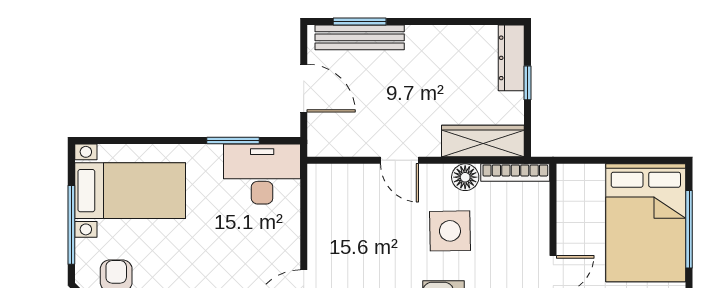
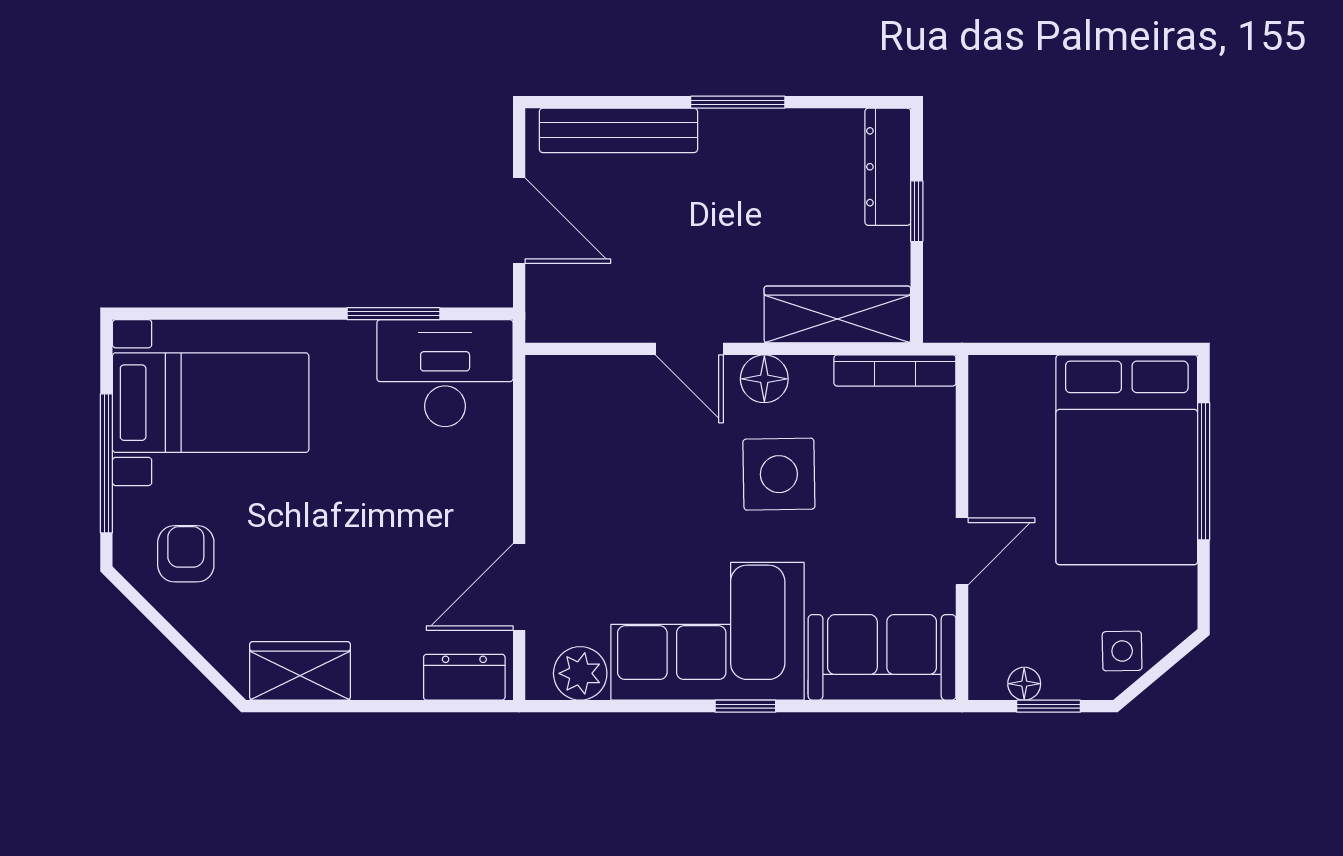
window: (360, 22) -> (738, 102), moved
floor lamp: (465, 177) -> (764, 379), moved

